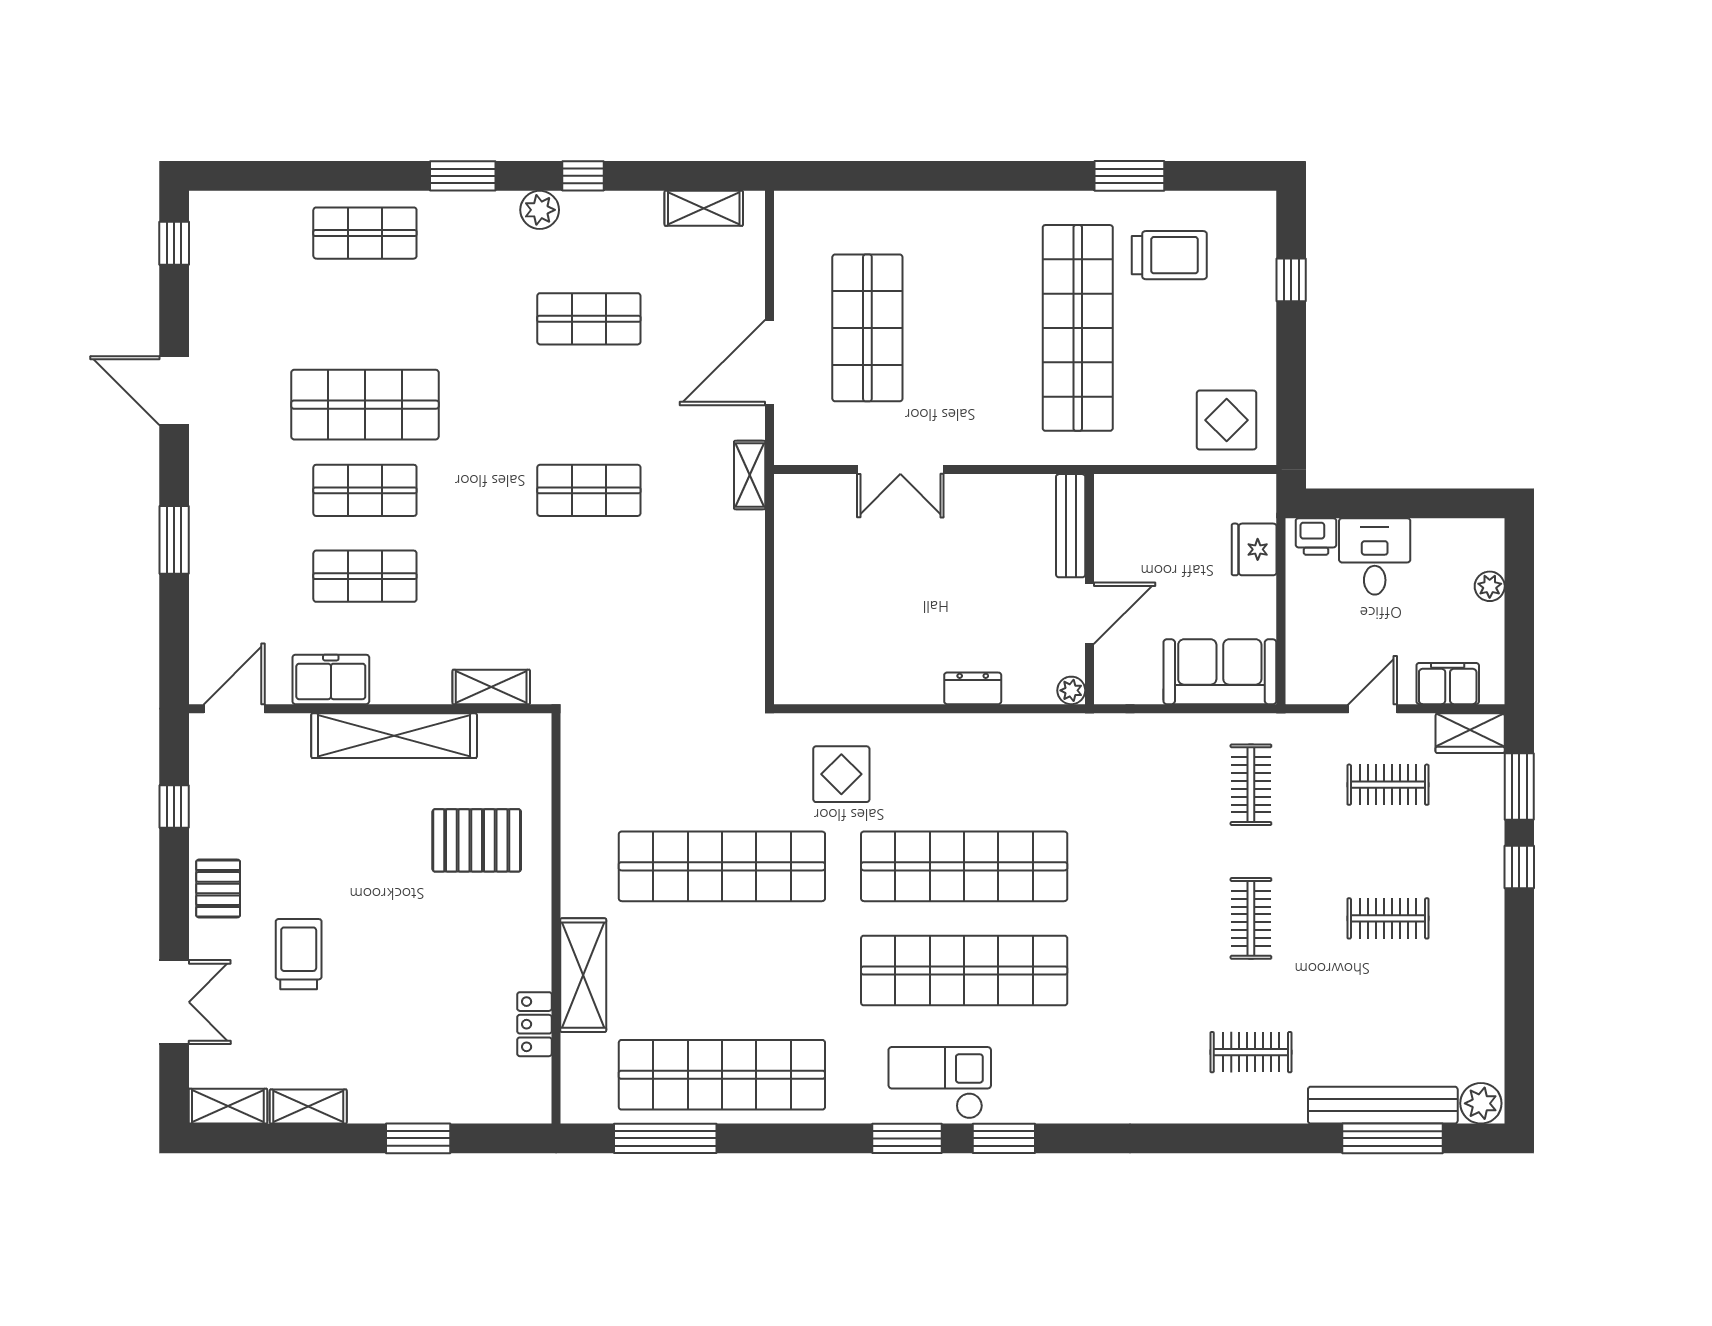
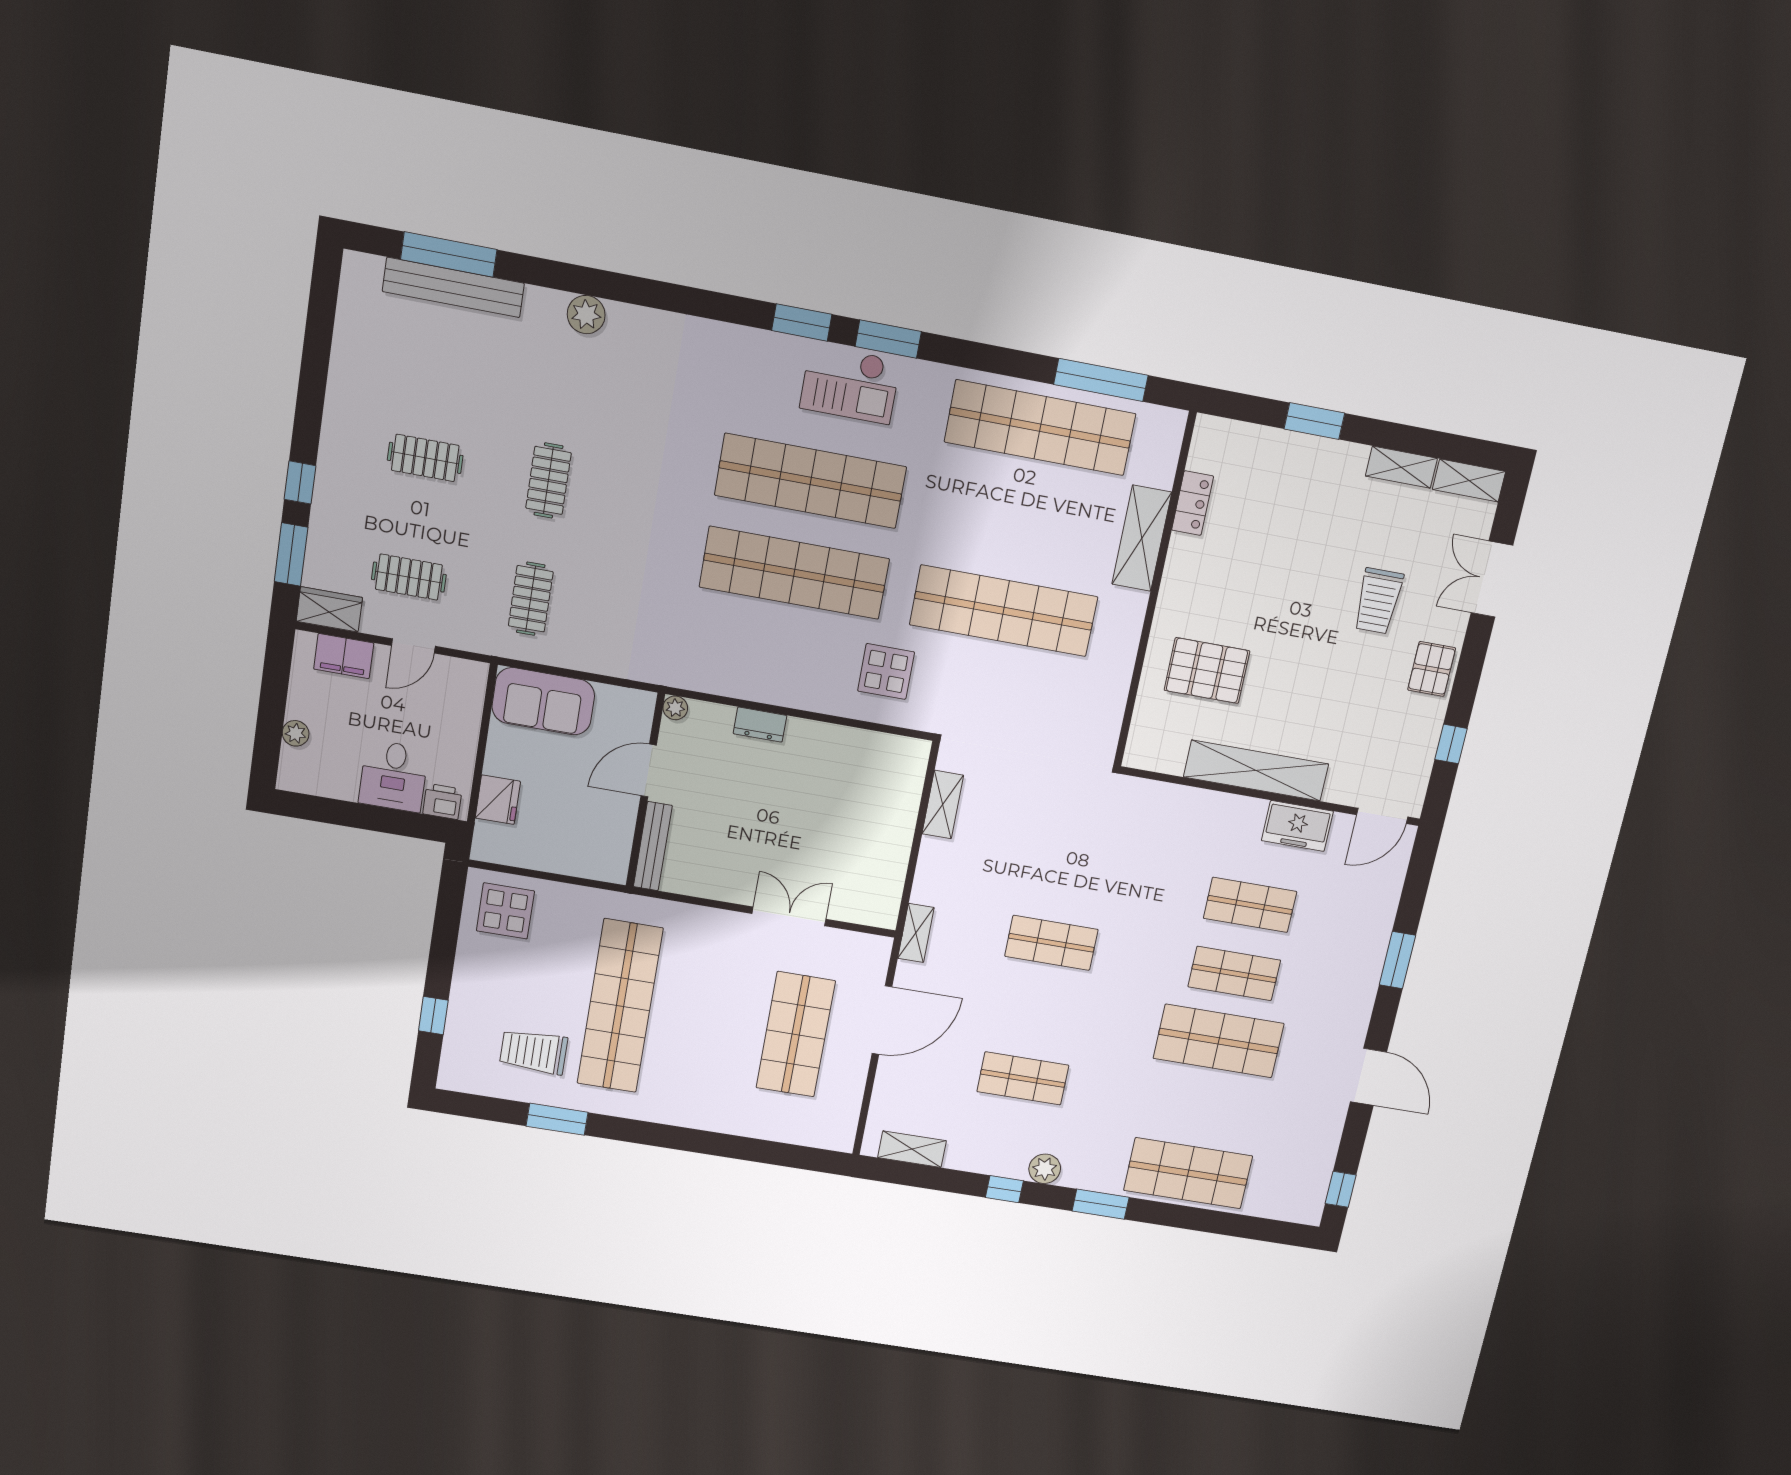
shop shelf: (365, 233) -> (1188, 1173), width x1.43, depth x1.36
shelving: (491, 687) -> (943, 805), moved, turned 90
clothes rail: (1251, 1052) -> (567, 359), removed
plant: (1481, 1103) -> (586, 315), moved

